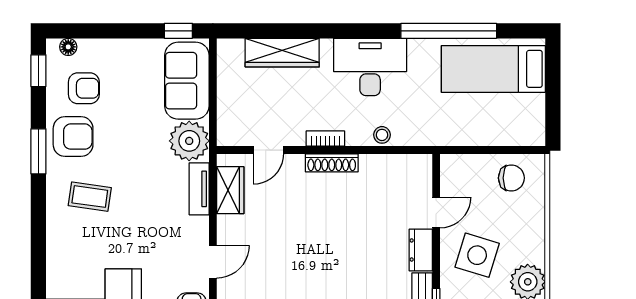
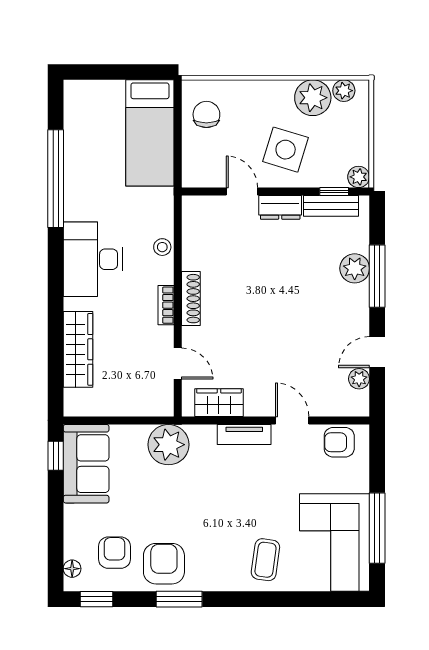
bed: (493, 69) -> (150, 133), moved
sofa: (187, 81) -> (86, 464), moved, turned -90
tv unit: (199, 189) -> (244, 434), moved
coffee table: (90, 197) -> (265, 560), moved

